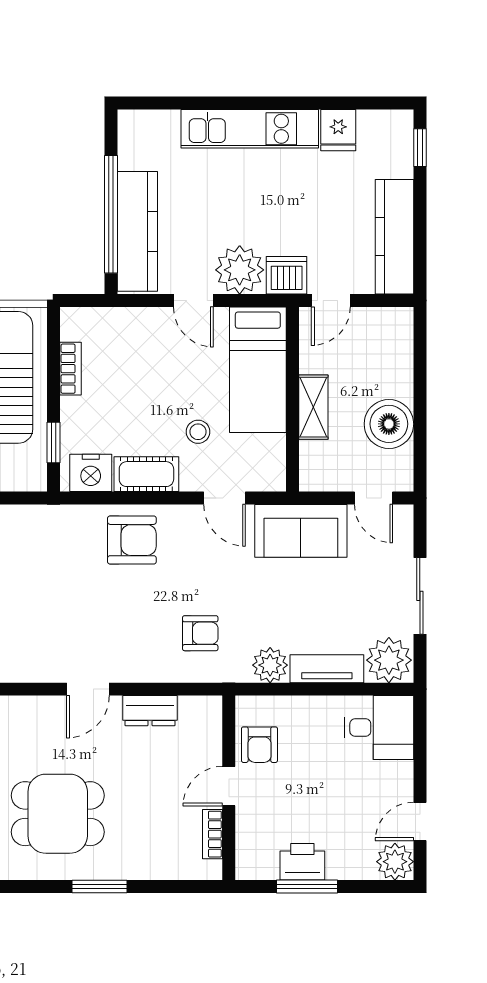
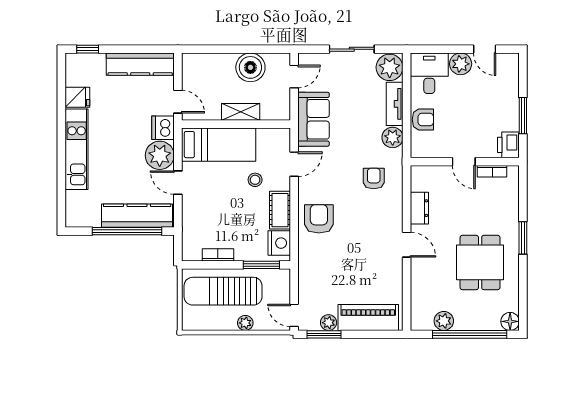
door: (193, 301) -> (178, 183), swing flipped
window: (54, 443) -> (261, 265), width x1.50
armchair: (259, 745) -> (423, 120), moved
printer: (302, 862) -> (508, 145), moved
plant: (395, 862) -> (461, 64), moved

